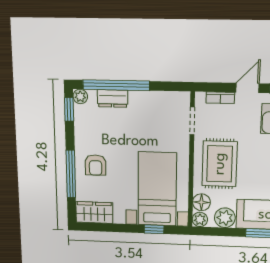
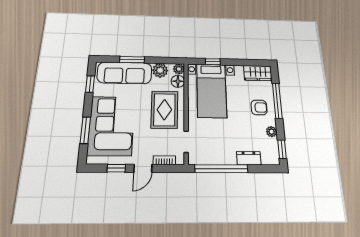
window: (116, 85) -> (221, 169), moved
plant: (80, 96) -> (272, 132), moved
armchair: (96, 165) -> (259, 107), turned 90

